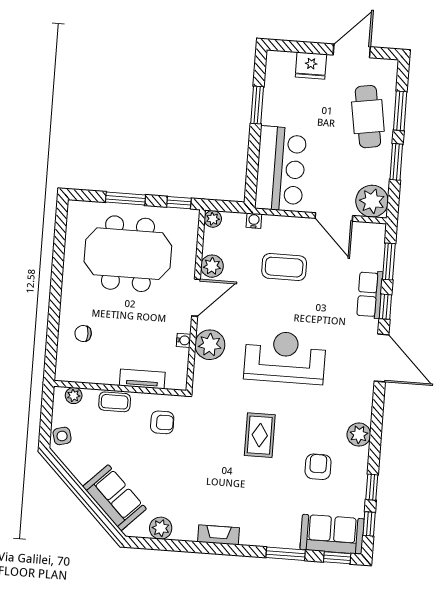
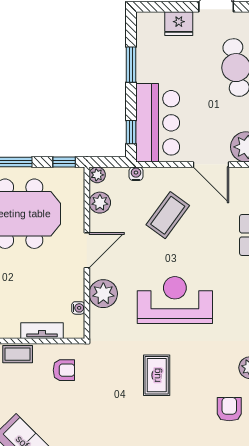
window: (252, 177) -> (131, 132), added
plant: (212, 266) -> (100, 203), moved
coffee table: (284, 267) -> (168, 215), turned -54
water cooler: (183, 340) -> (78, 308), moved
armchair: (318, 467) -> (229, 409), moved

